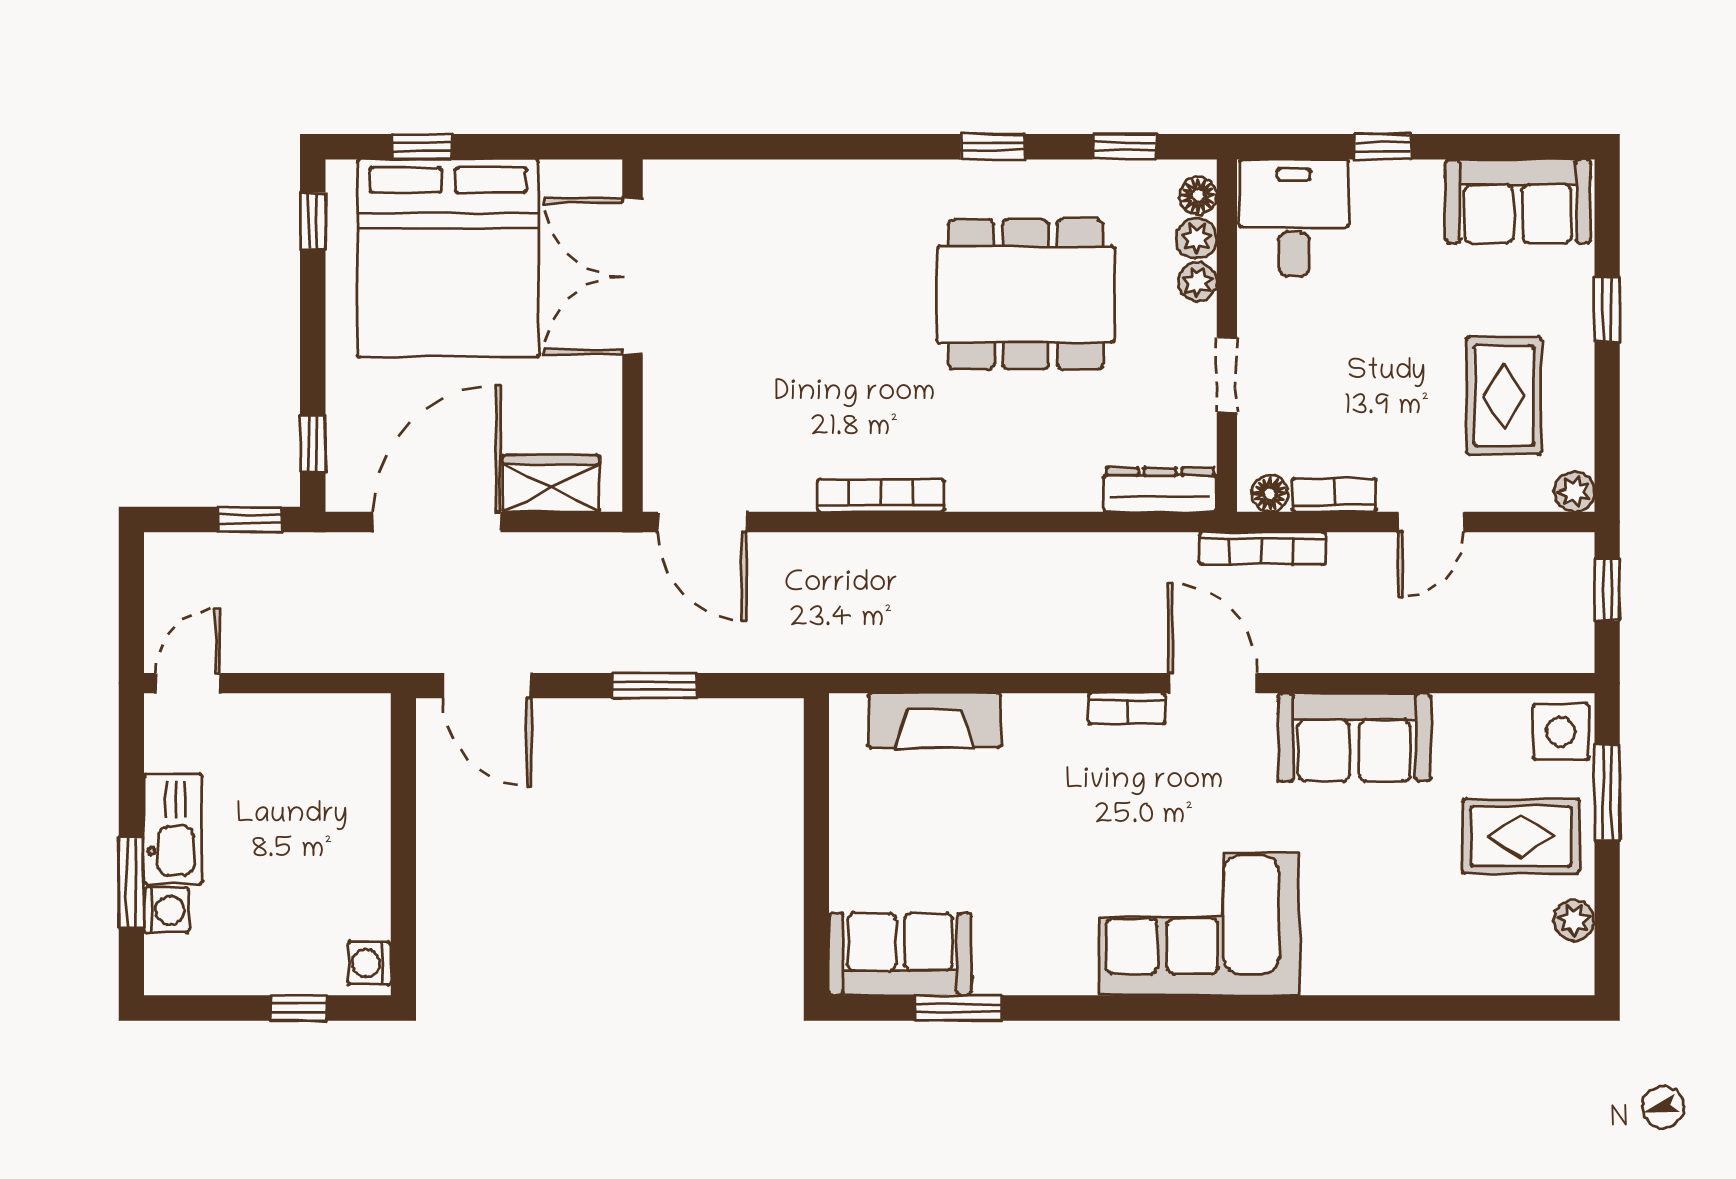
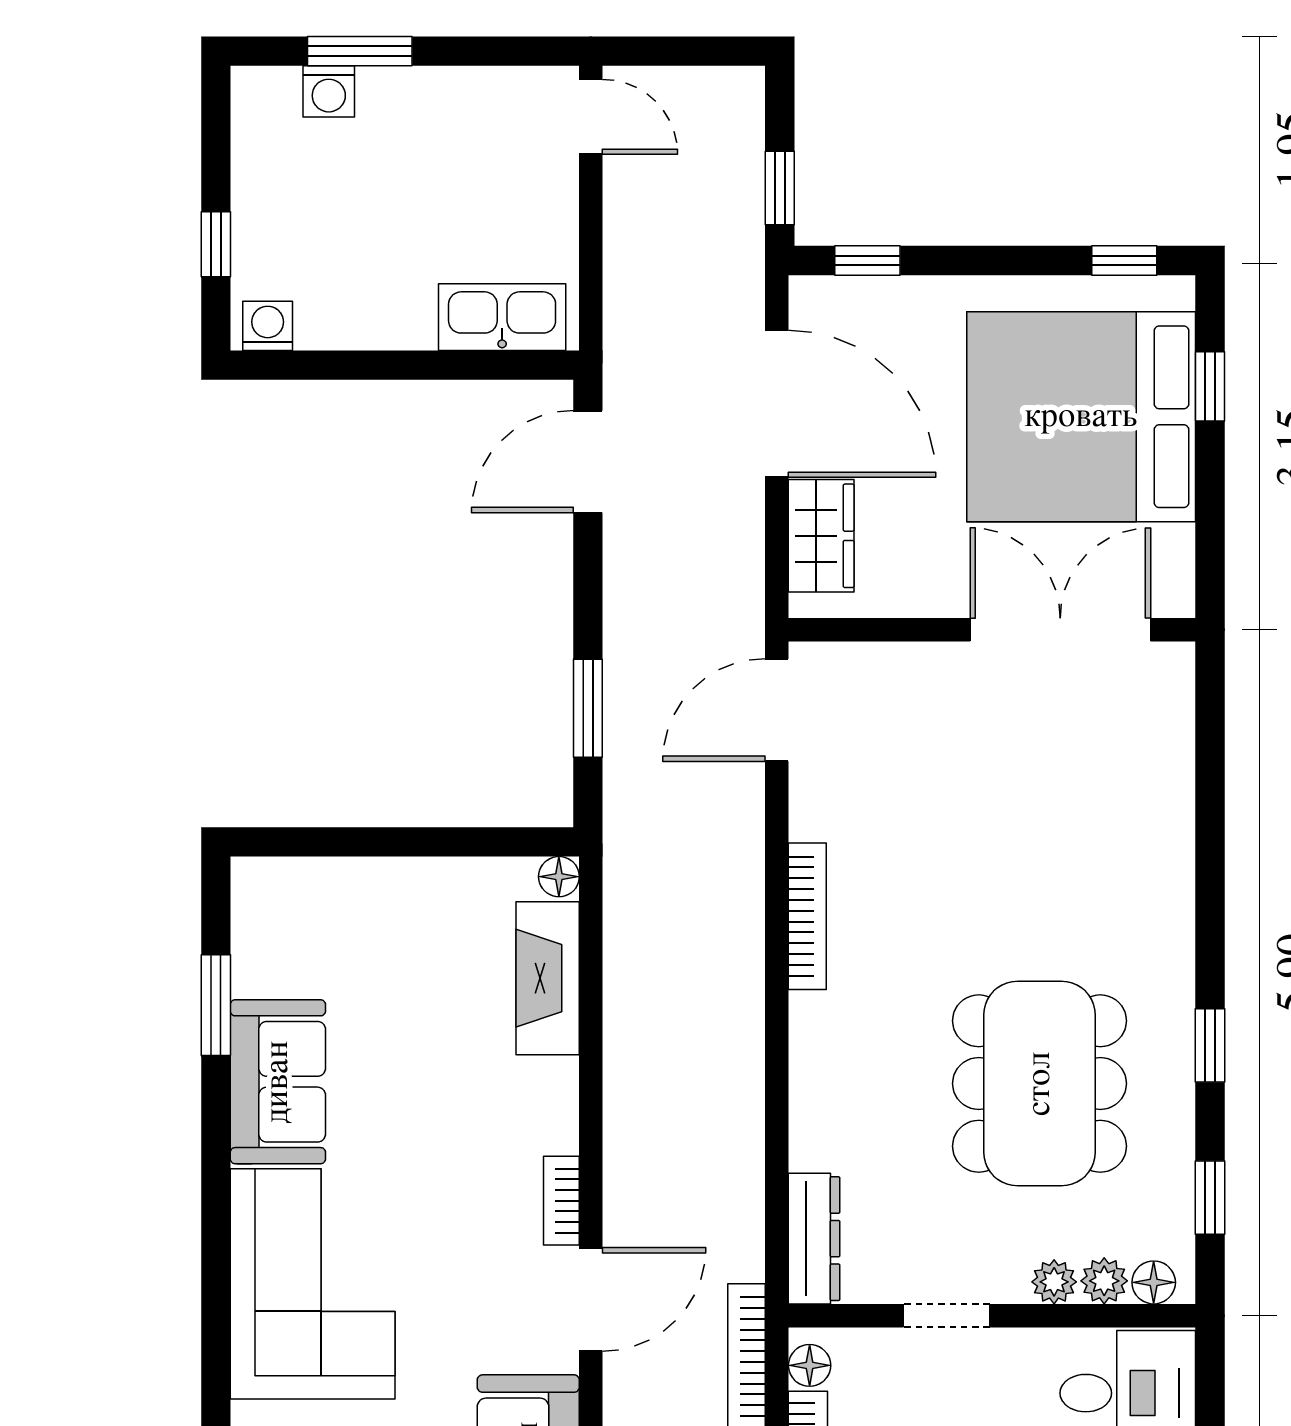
window: (654, 686) -> (588, 708), moved
floor lamp: (846, 711) -> (559, 877), added
kitchen sink: (173, 829) -> (502, 317), moved, turned 180
sofa: (900, 954) -> (278, 1082), moved

